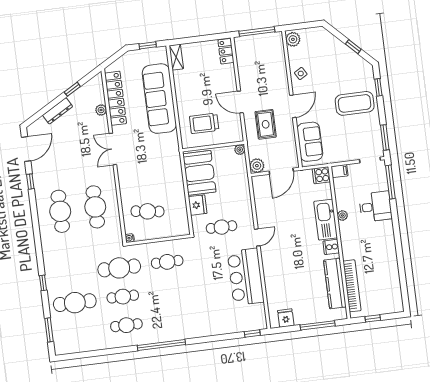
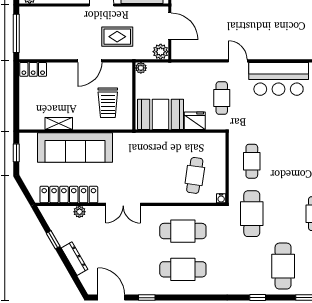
shelving: (176, 57) -> (59, 124), moved
cafe table: (123, 297) -> (283, 214), removed

